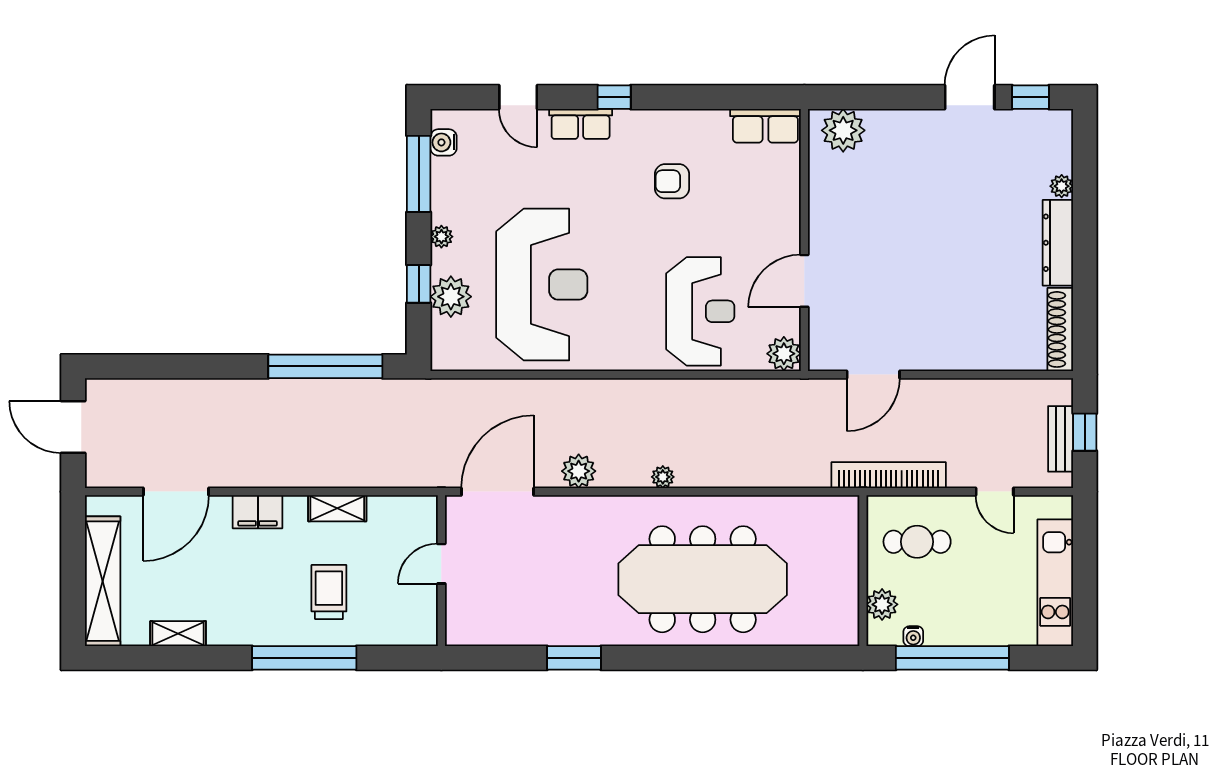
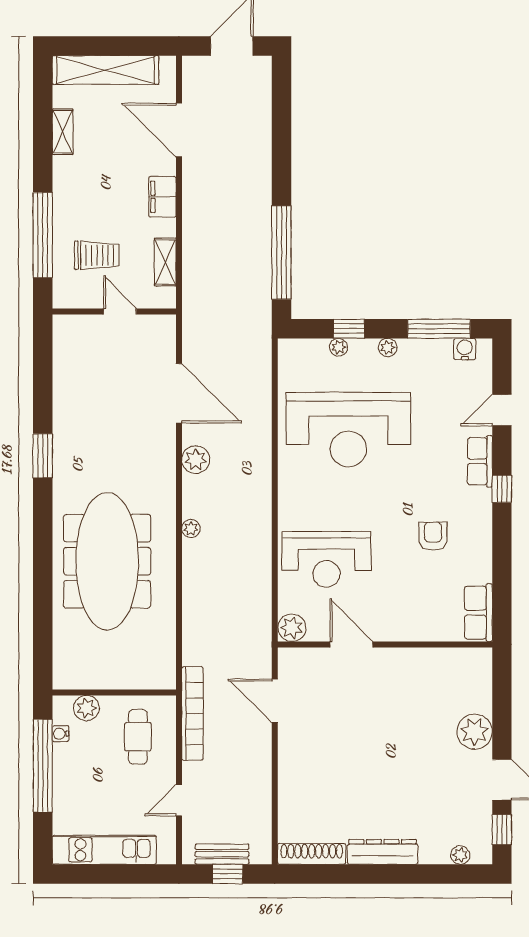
plant: (843, 130) -> (475, 732), moved
plant: (1062, 186) -> (460, 855), moved
plant: (451, 297) -> (339, 347), width x0.53, depth x0.53
door: (441, 564) -> (120, 311), moved
wall: (441, 571) -> (114, 311), moved

